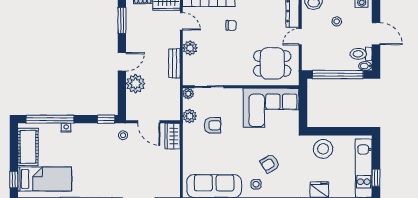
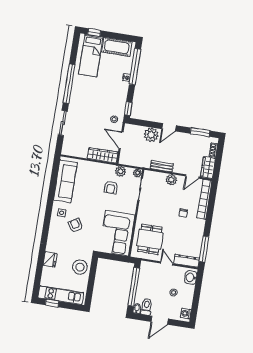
door: (122, 62) -> (169, 127), hinge flipped
door: (149, 122) -> (121, 140), hinge flipped
wardrobe: (173, 136) -> (103, 155), width x1.50

